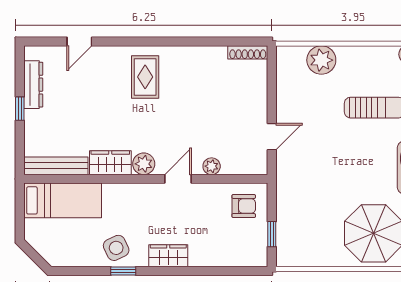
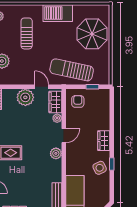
plant: (251, 105) -> (25, 97), added
wardrobe: (110, 163) -> (55, 102), moved
door: (178, 179) -> (64, 136), swing flipped
sun lounger: (304, 194) -> (72, 70), added

